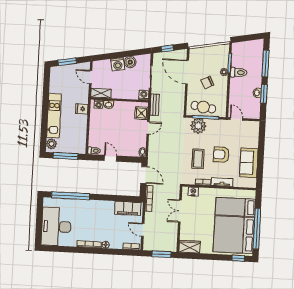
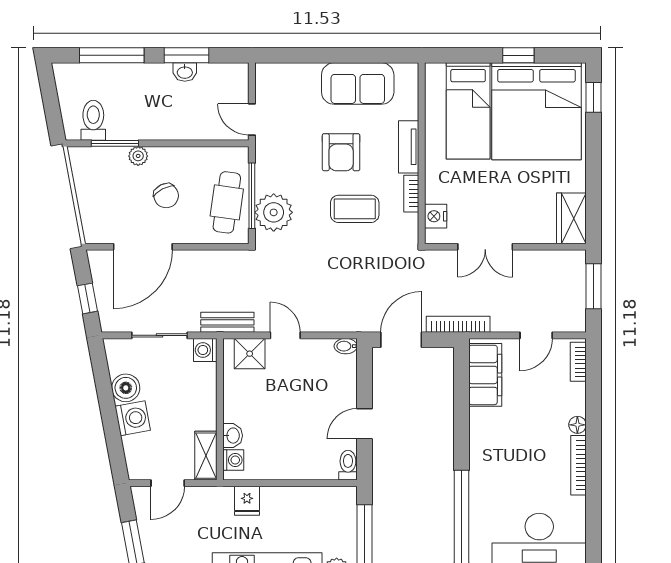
toilet: (239, 72) -> (93, 120), moved
door: (236, 119) -> (252, 120), hinge flipped
window: (257, 229) -> (518, 55), width x0.32

